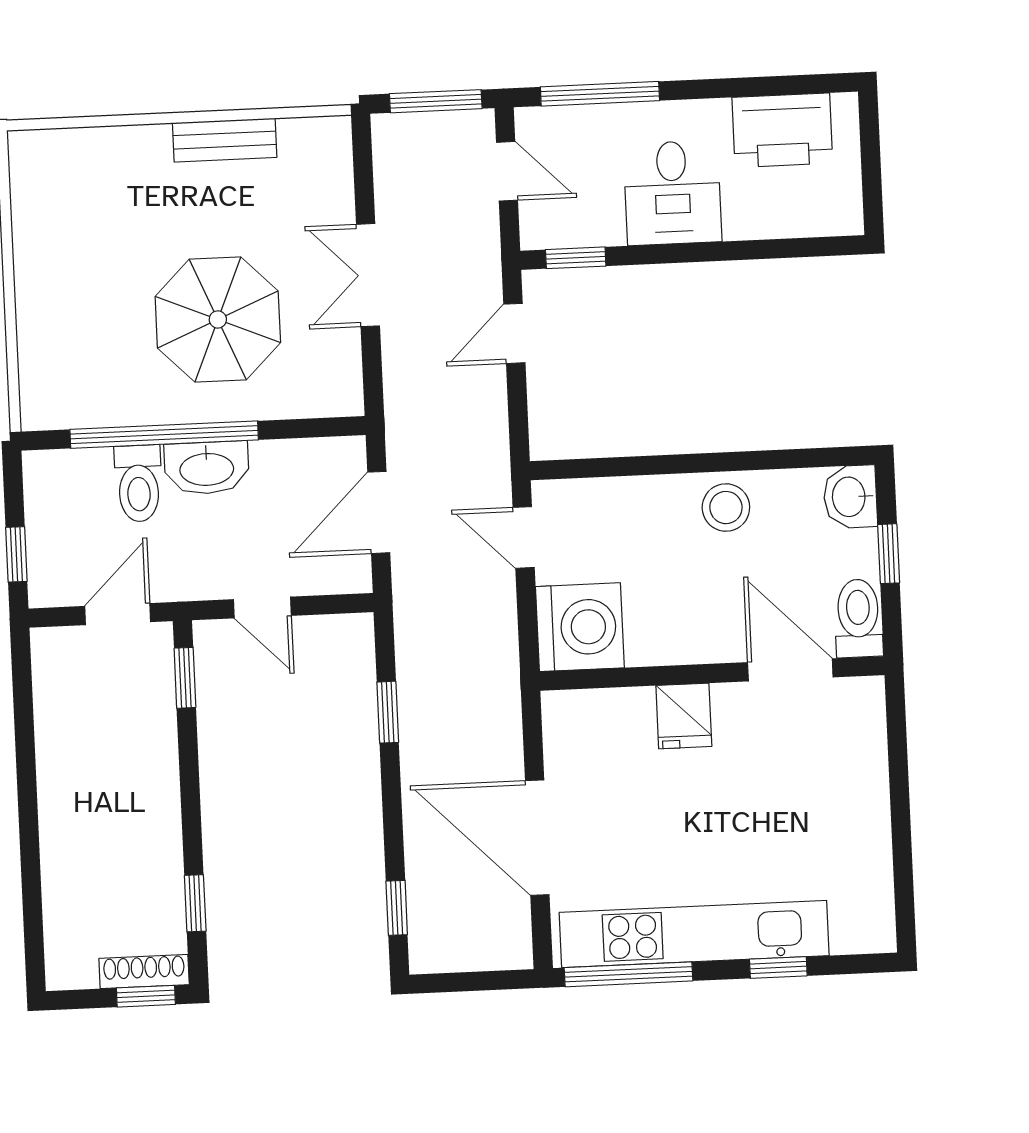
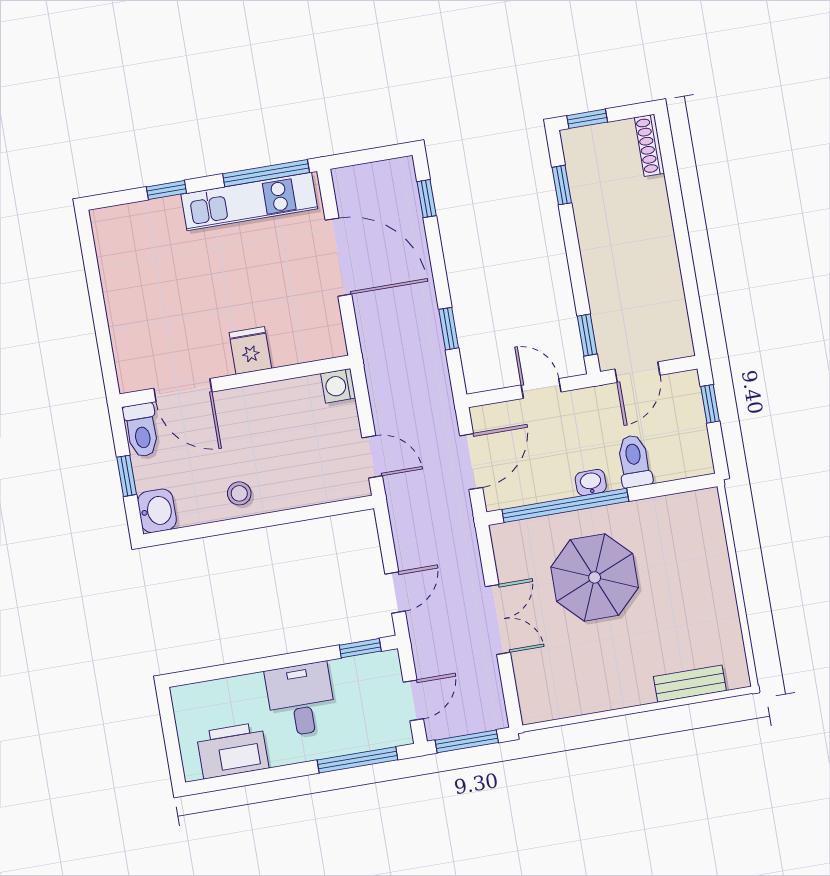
bench: (225, 140) -> (690, 684), moved
door: (507, 171) -> (413, 700), swing flipped
window: (164, 435) -> (565, 505), moved
washbasin: (207, 468) -> (591, 482), width x0.52, depth x0.69
stool: (726, 508) -> (239, 493), width x0.73, depth x0.73
washing machine: (580, 627) -> (338, 386), width x0.53, depth x0.53
kitchen unit: (694, 934) -> (249, 201), width x0.73
shoe rack: (144, 972) -> (649, 145), moved, turned 90

